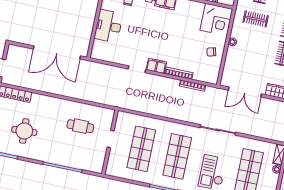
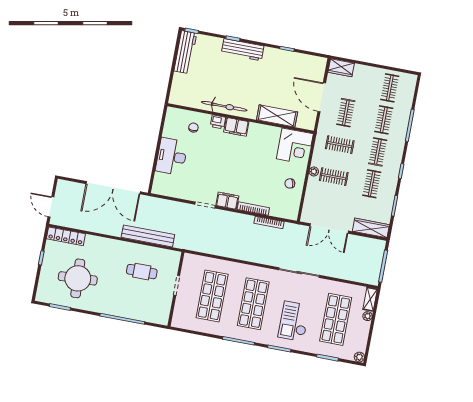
clothes rail: (250, 47) -> (334, 177), added
bench: (86, 95) -> (148, 236), added
round table: (24, 131) -> (78, 278), width x1.36, depth x1.36

